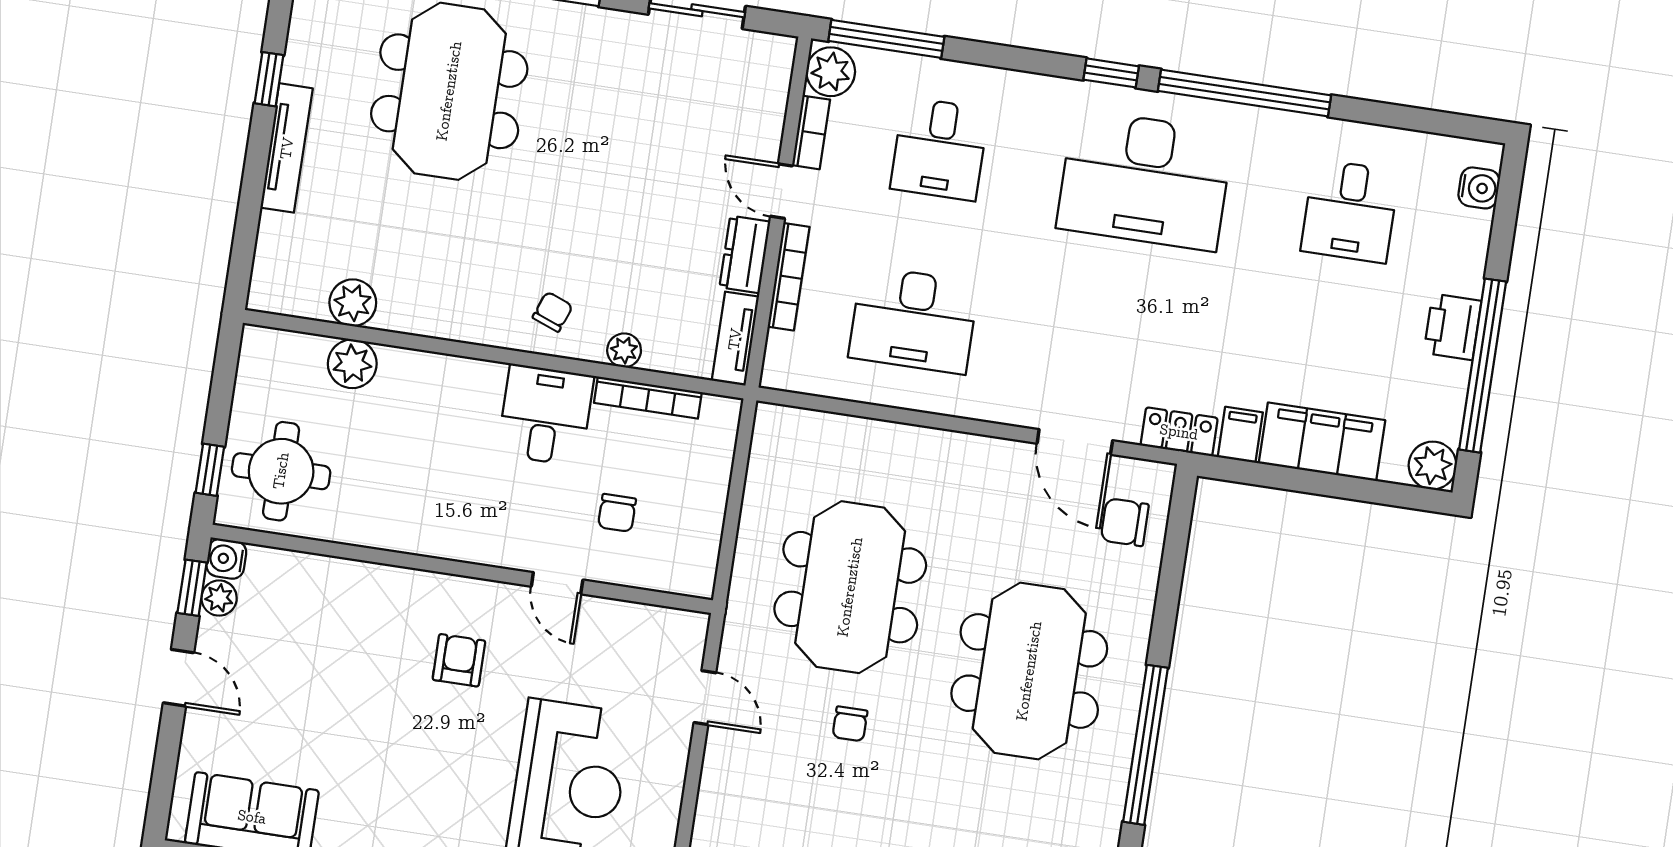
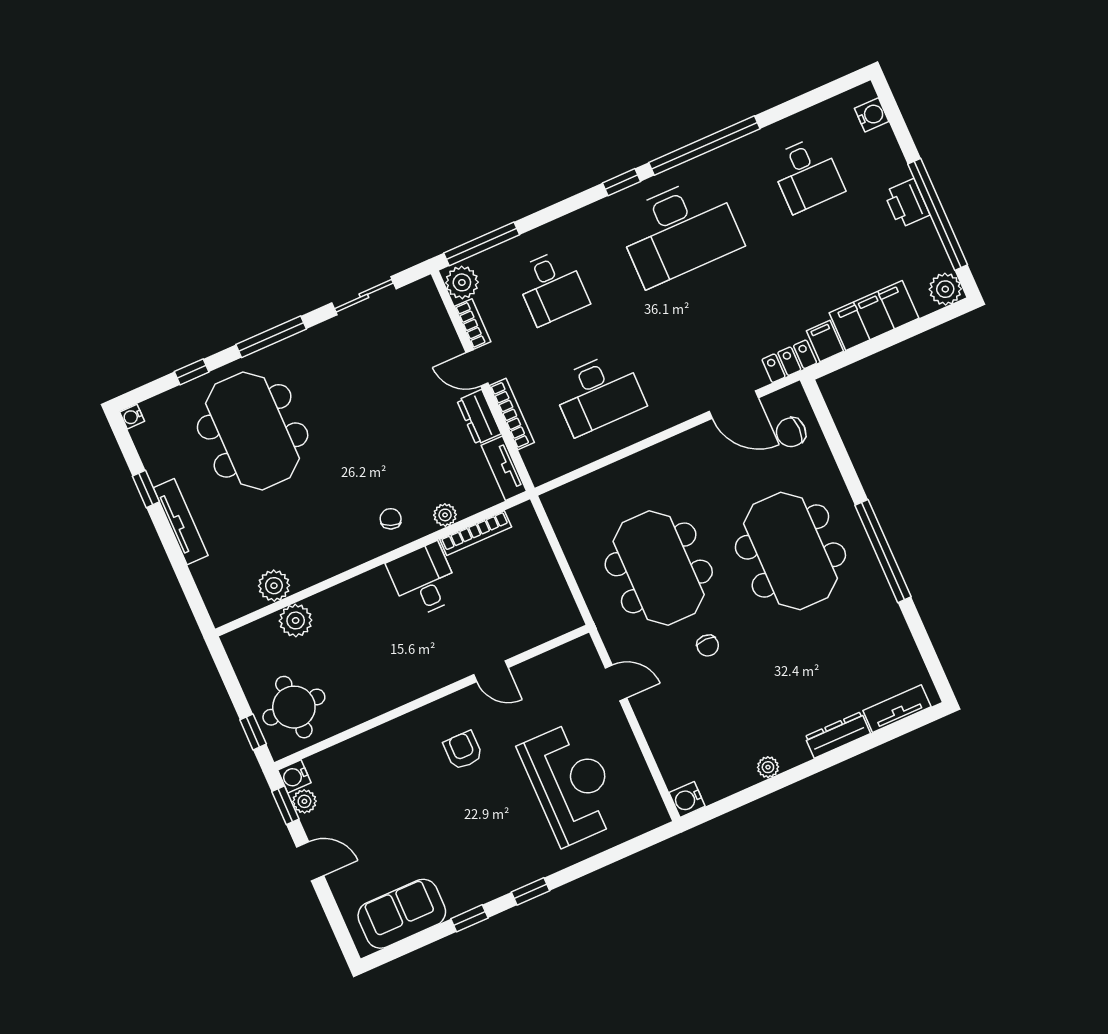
chair: (617, 513) -> (500, 610), removed

